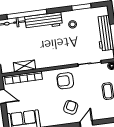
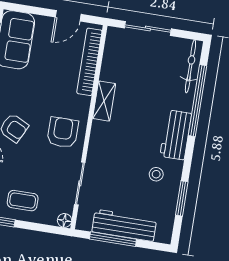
workbench: (44, 21) -> (176, 135), width x0.73
shelving: (25, 66) -> (104, 101), moved

